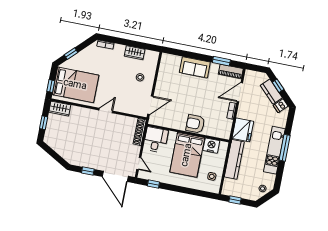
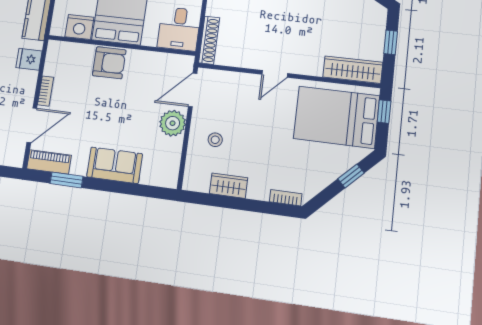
plant: (162, 88) -> (173, 123), added
wardrobe: (60, 109) -> (353, 70), width x1.50
fridge: (243, 130) -> (29, 59), width x0.53, depth x0.75

